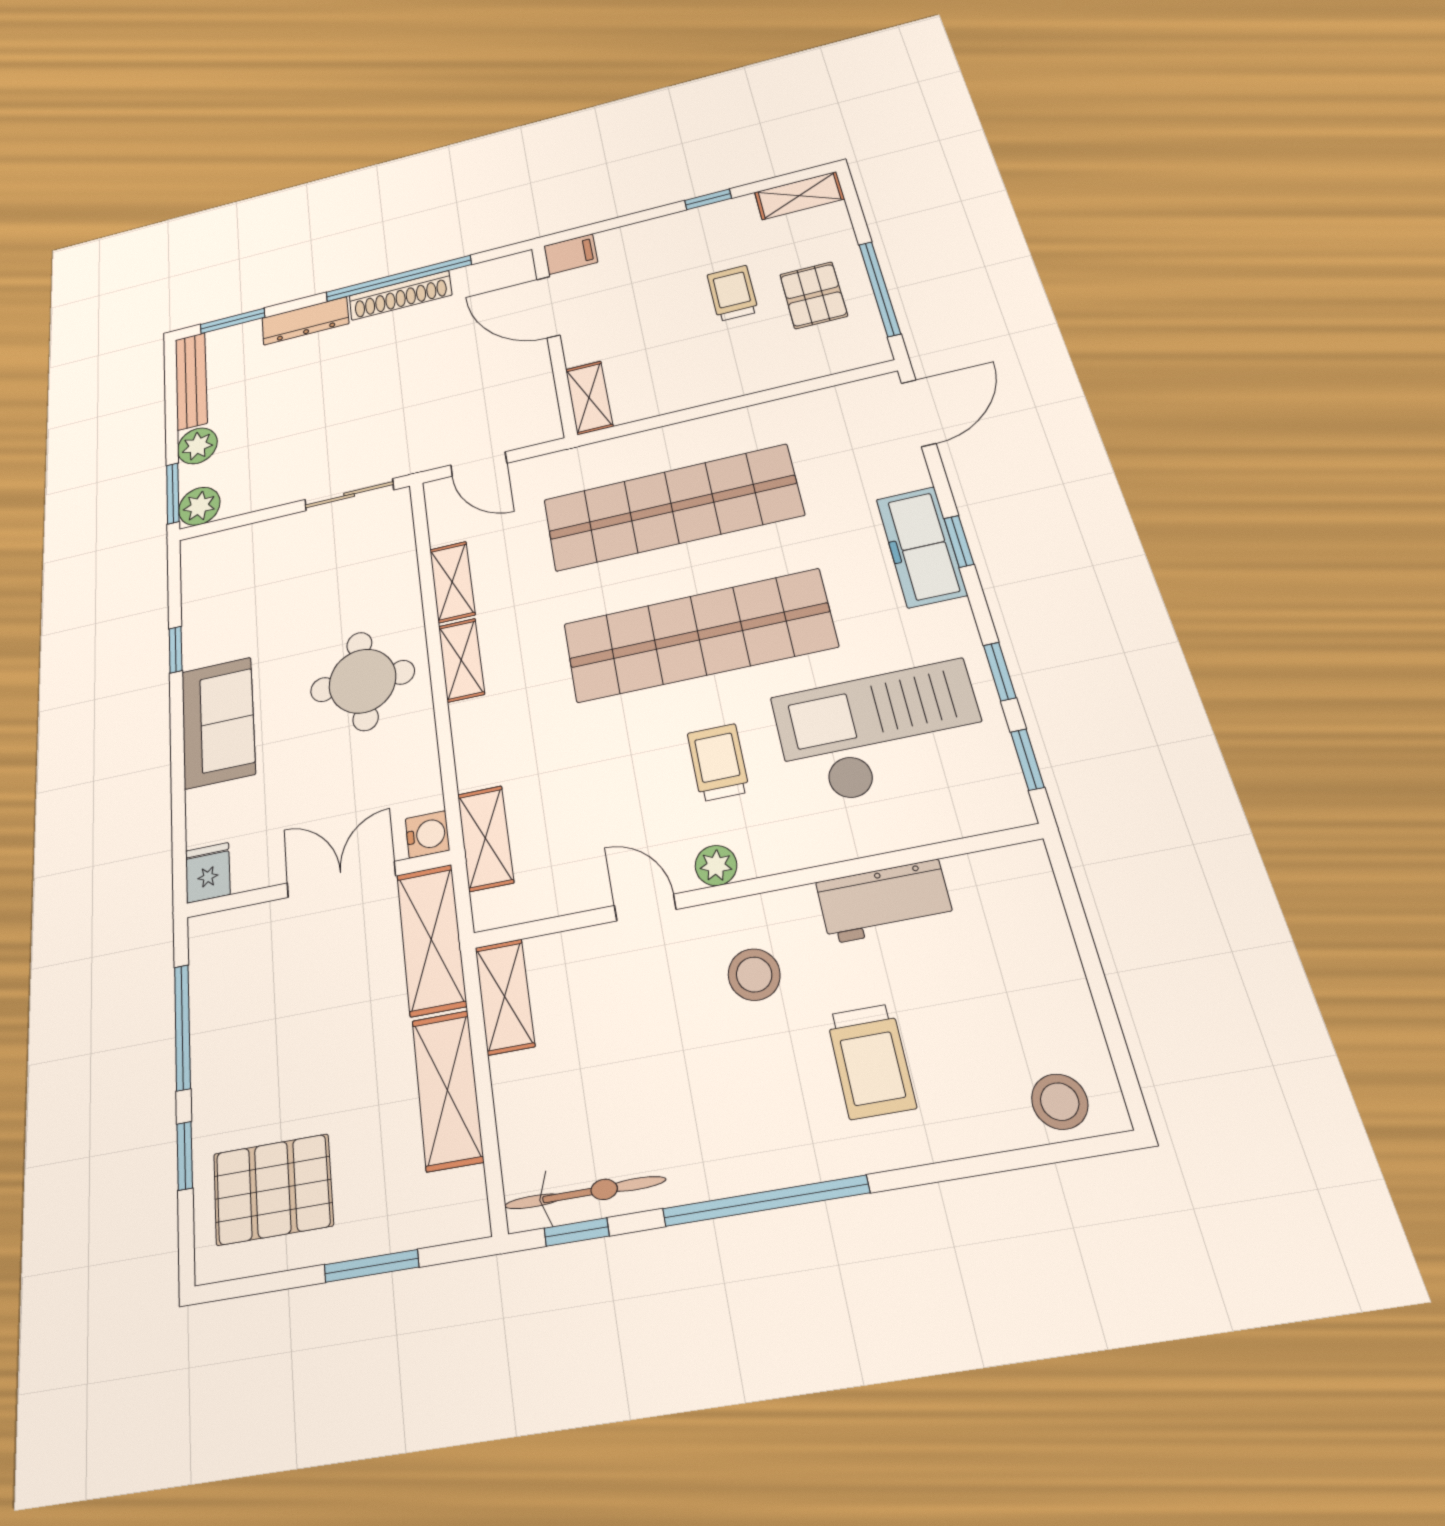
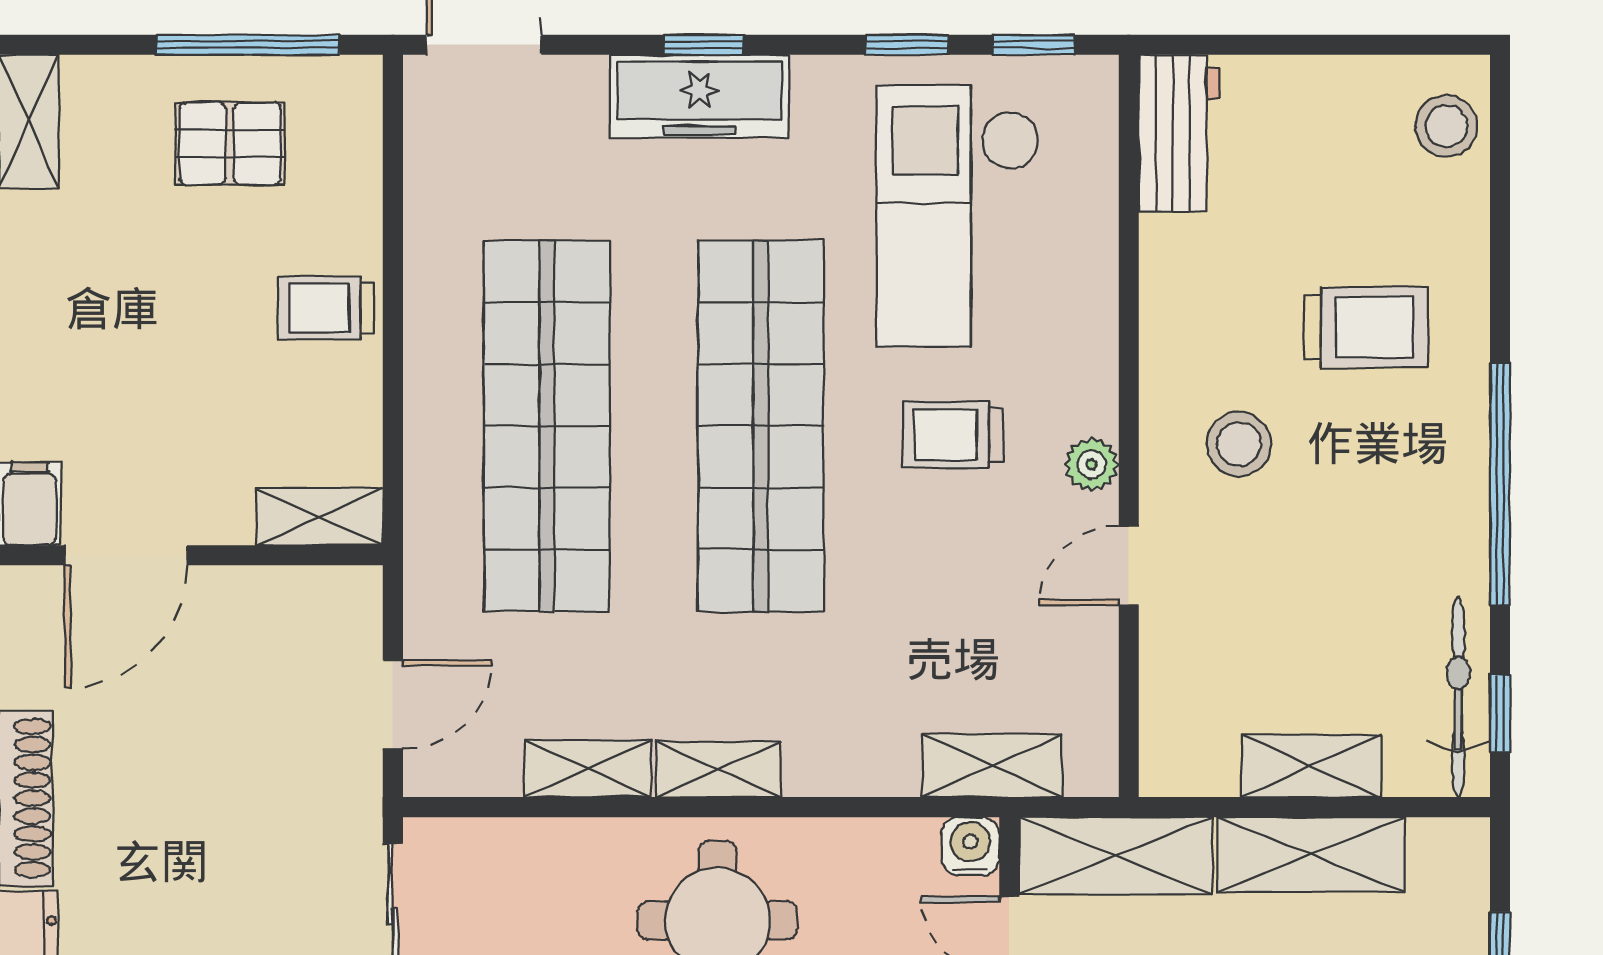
trolley: (733, 293) -> (326, 308), moved
workbench: (884, 901) -> (1179, 133), moved
shelving: (505, 996) -> (1311, 766), moved

